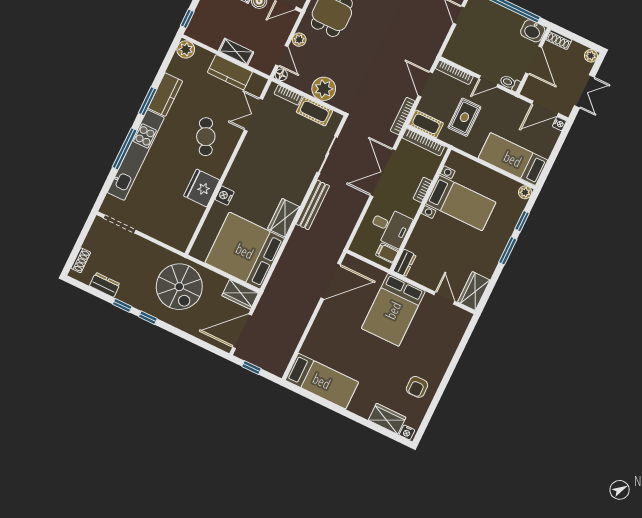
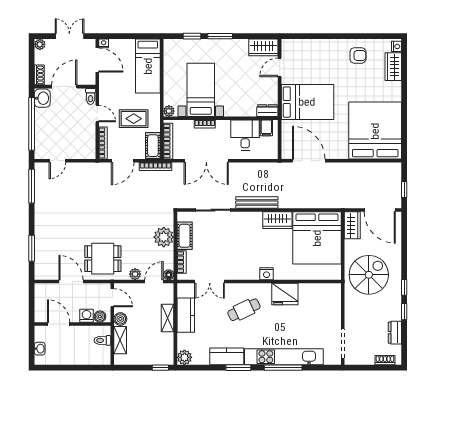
plant: (525, 192) -> (169, 111), moved
nightstand: (225, 196) -> (267, 274), moved
bed: (322, 381) -> (375, 131), width x2.04

